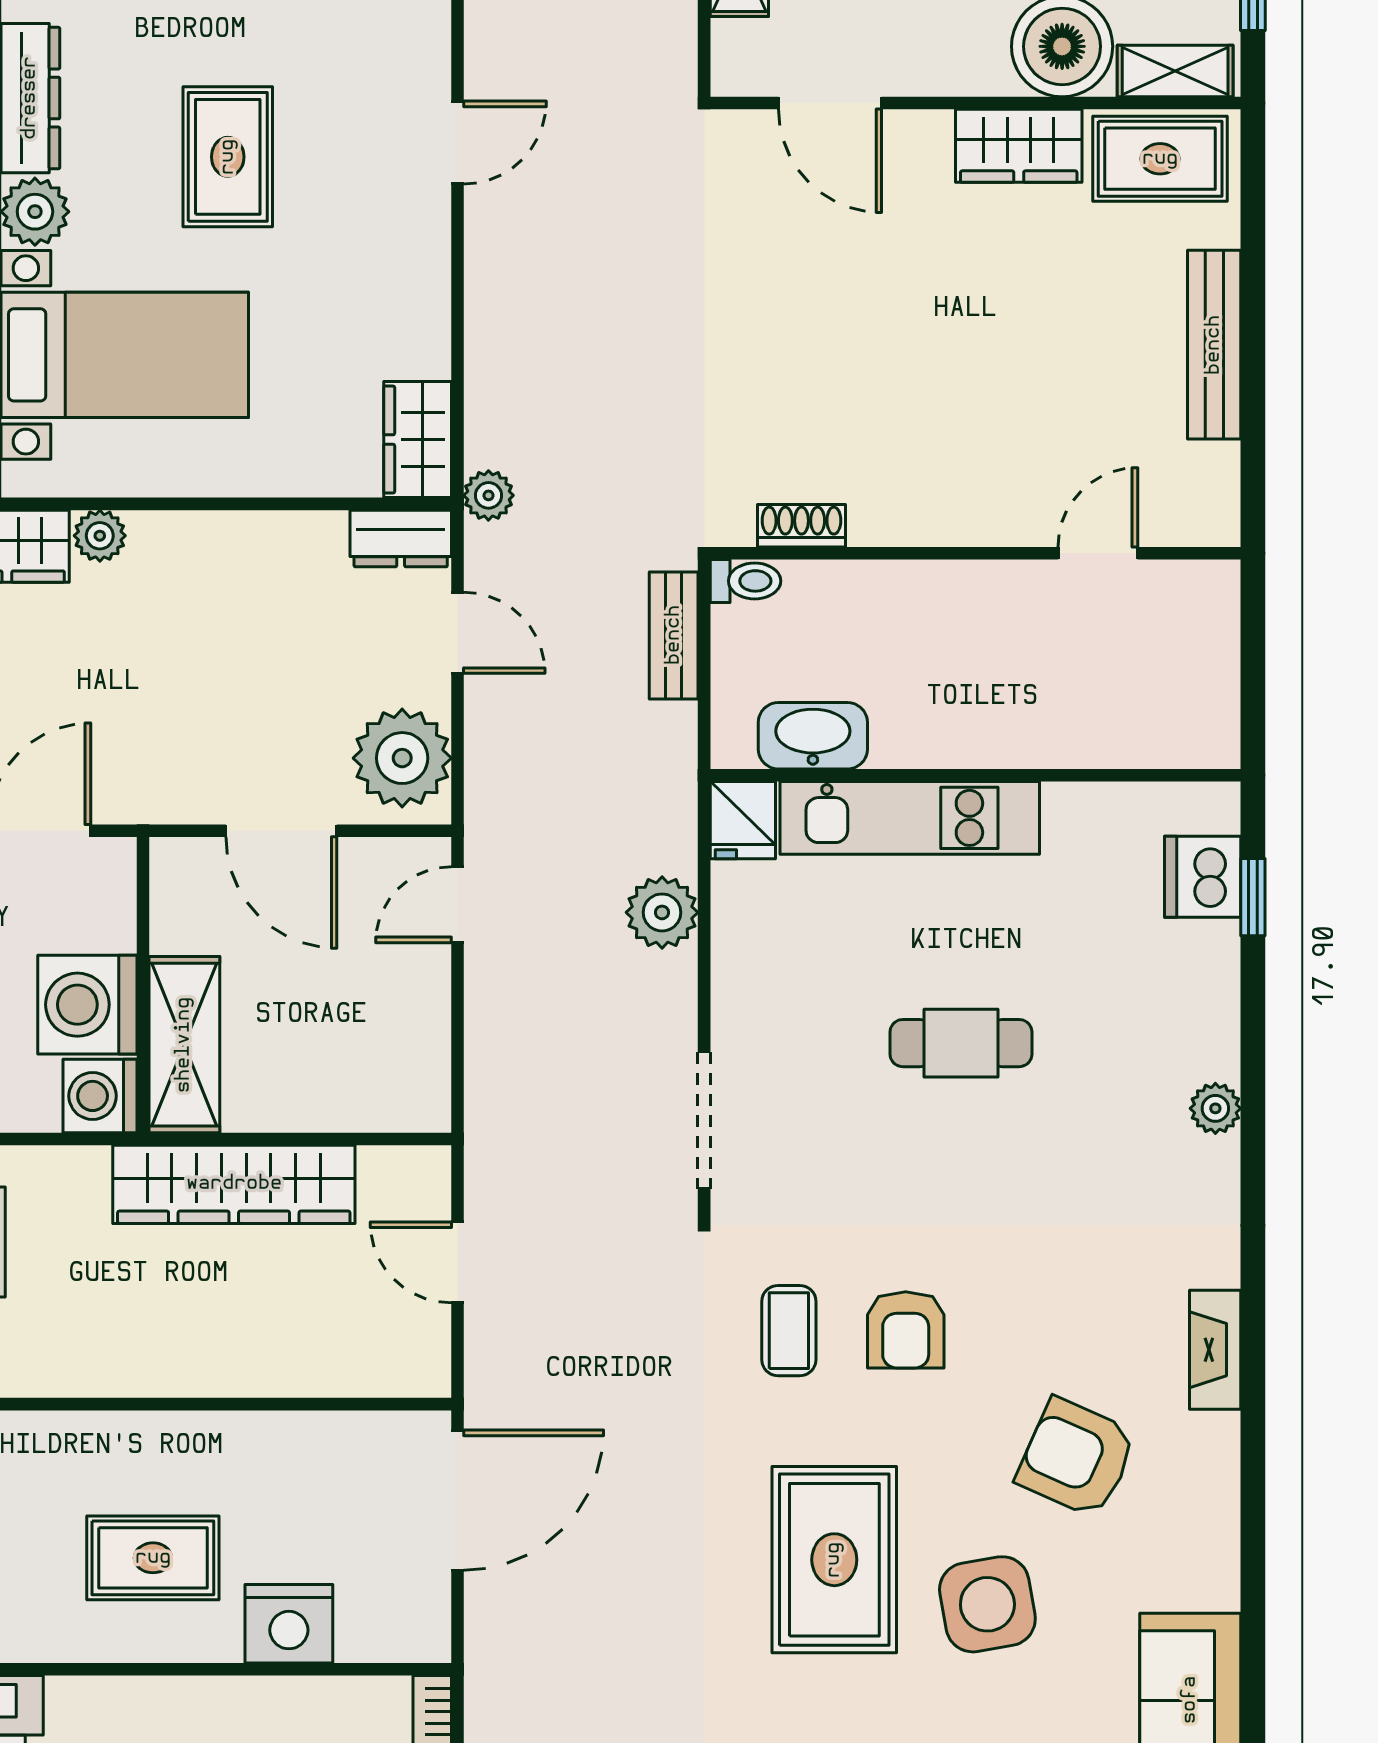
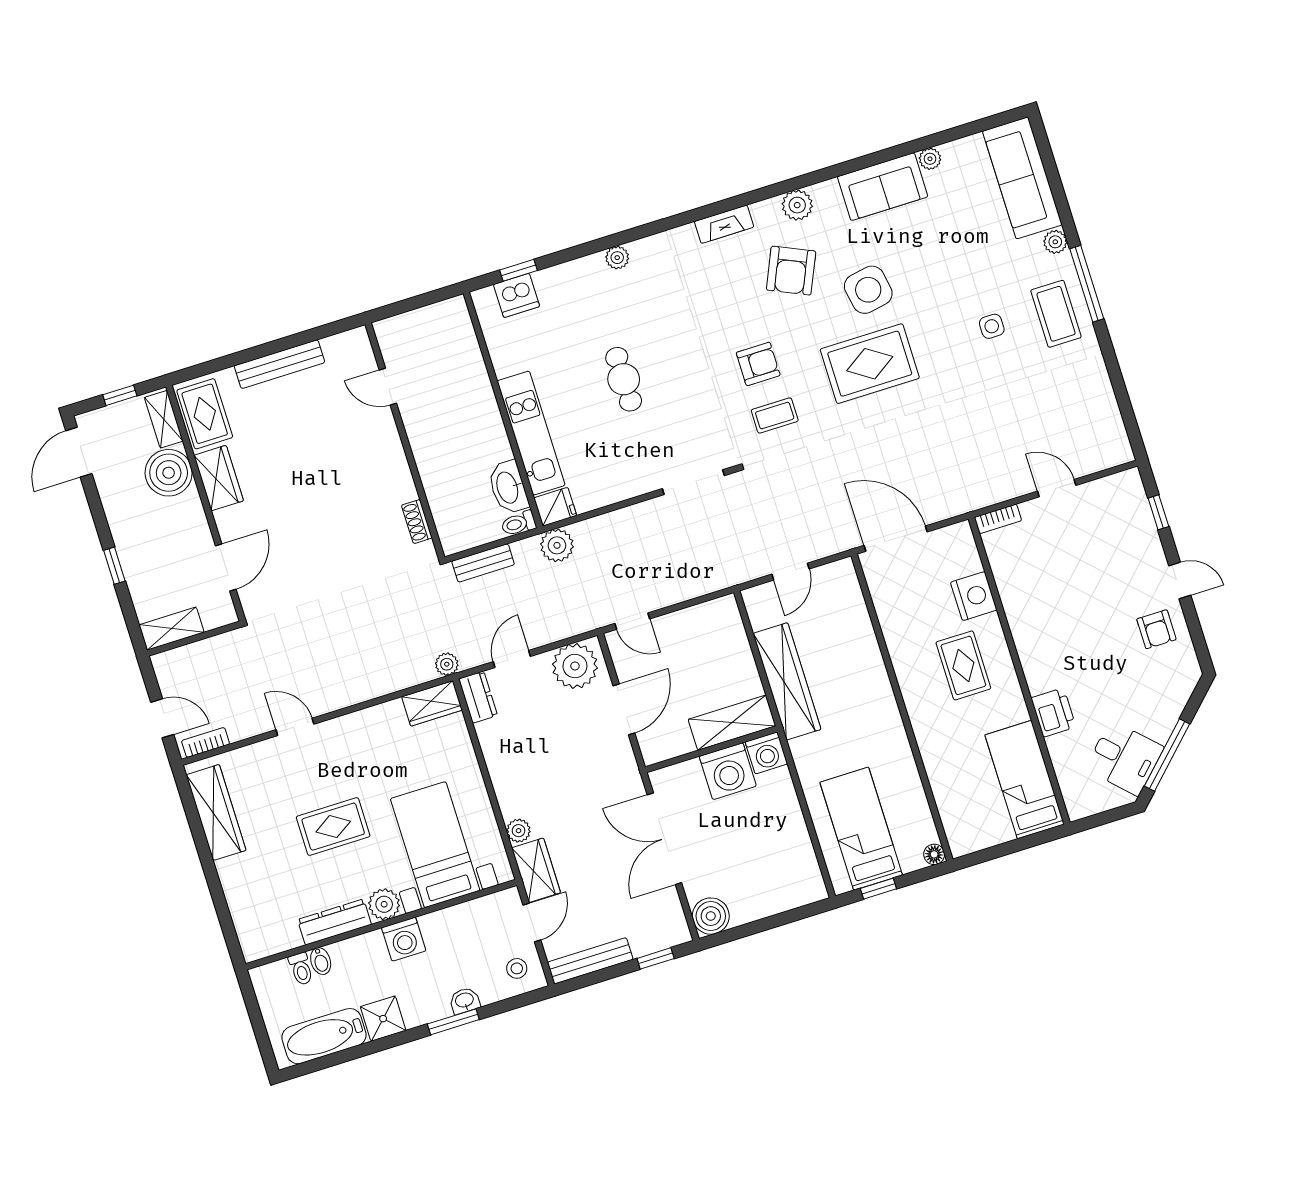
toilet: (745, 581) -> (519, 523), moved, turned -90
plant: (662, 912) -> (557, 545), moved
plant: (1207, 1513) -> (797, 205), added

